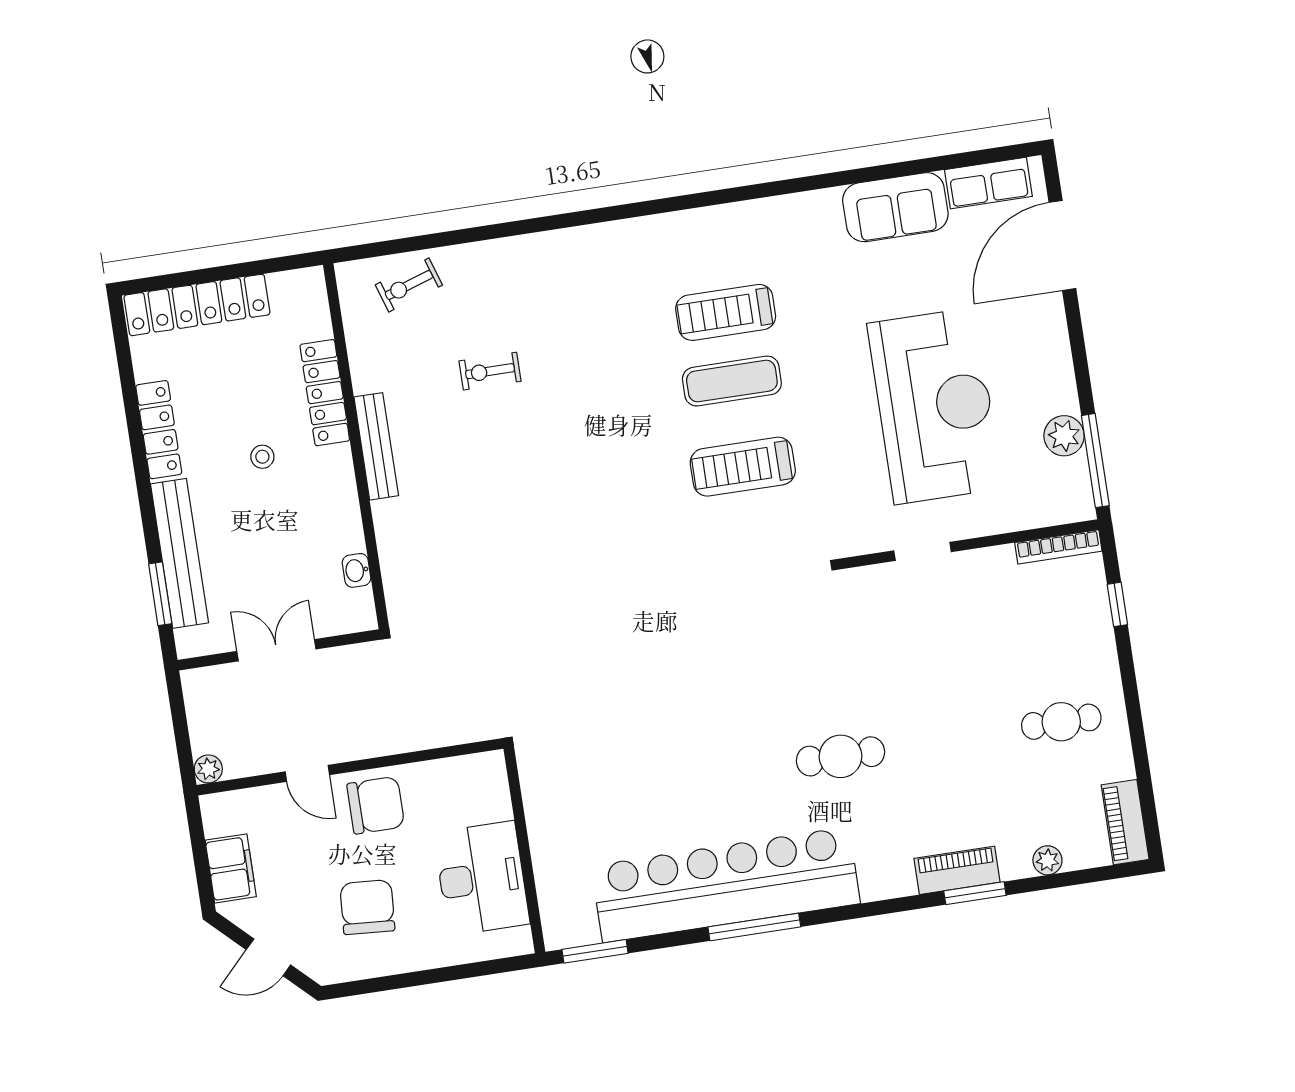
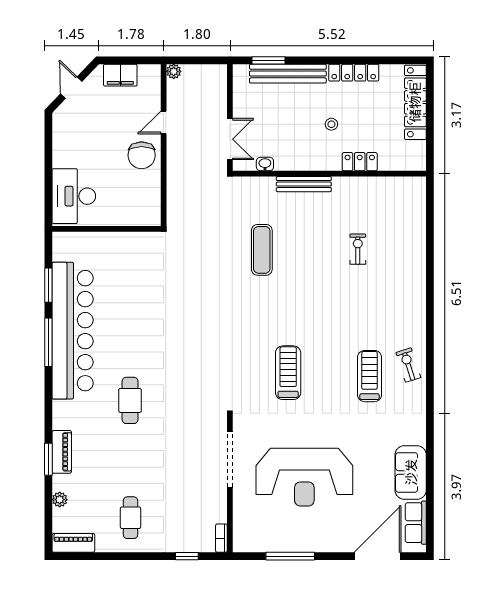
door: (1062, 245) -> (378, 556), hinge flipped
exercise bike: (409, 285) -> (408, 365), moved
exercise mat: (732, 381) -> (262, 250), moved
locker: (325, 393) -> (360, 162), width x0.66
plant: (1064, 436) -> (279, 542), removed
bench: (376, 446) -> (304, 184), moved
window: (1095, 461) -> (290, 556), moved
bookcase: (1058, 547) -> (221, 538), width x0.64
doorway: (923, 551) -> (230, 459), width x1.88
double door: (276, 650) -> (230, 139), moved
desk: (482, 878) -> (74, 196), moved, turned 90
chair: (367, 907) -> (89, 143), removed
window: (595, 951) -> (48, 285), moved

